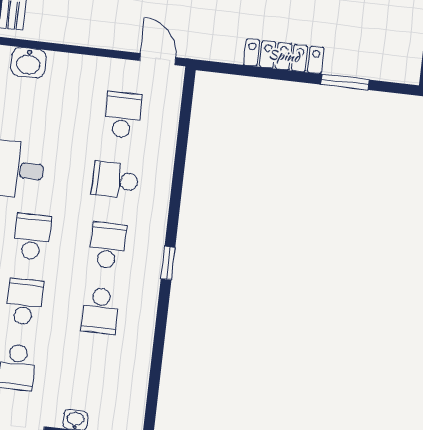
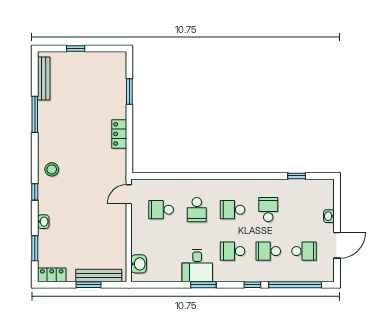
locker: (284, 56) -> (119, 134), width x0.66
window: (168, 263) -> (297, 176), moved
school desk: (100, 311) -> (268, 210), turned -90

